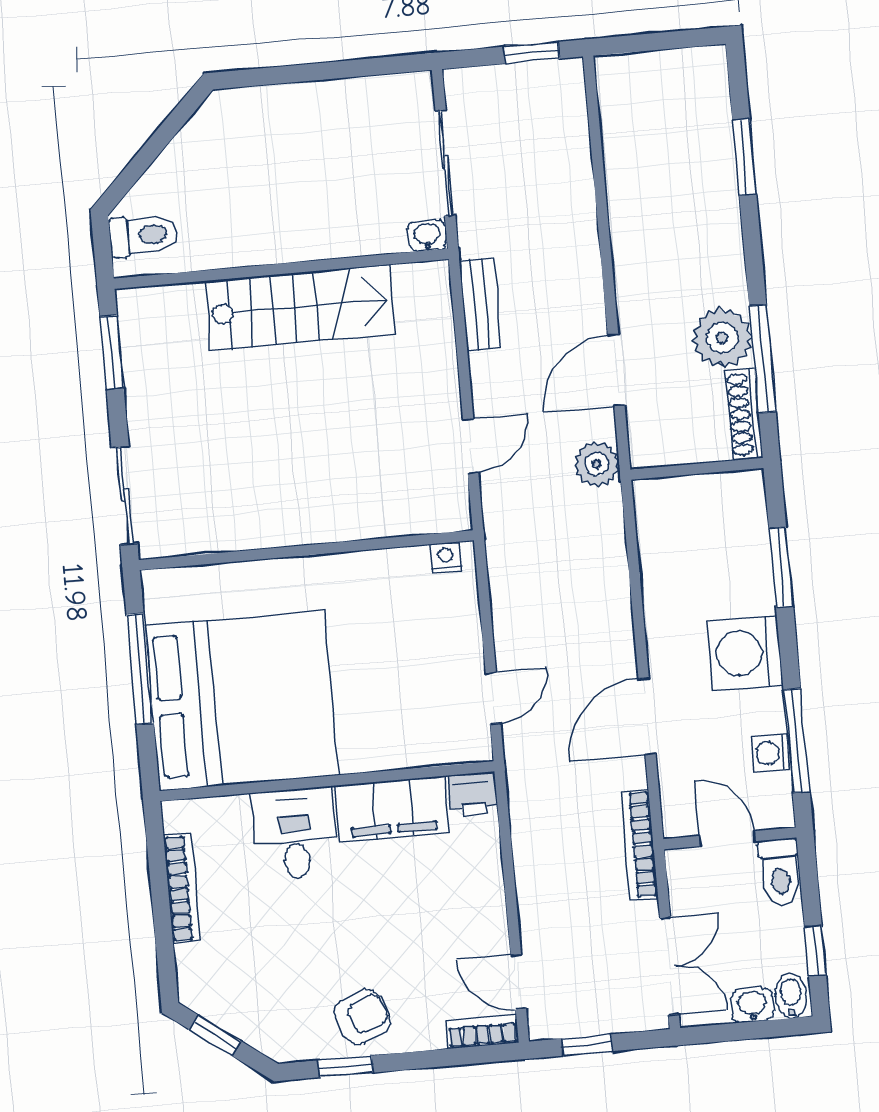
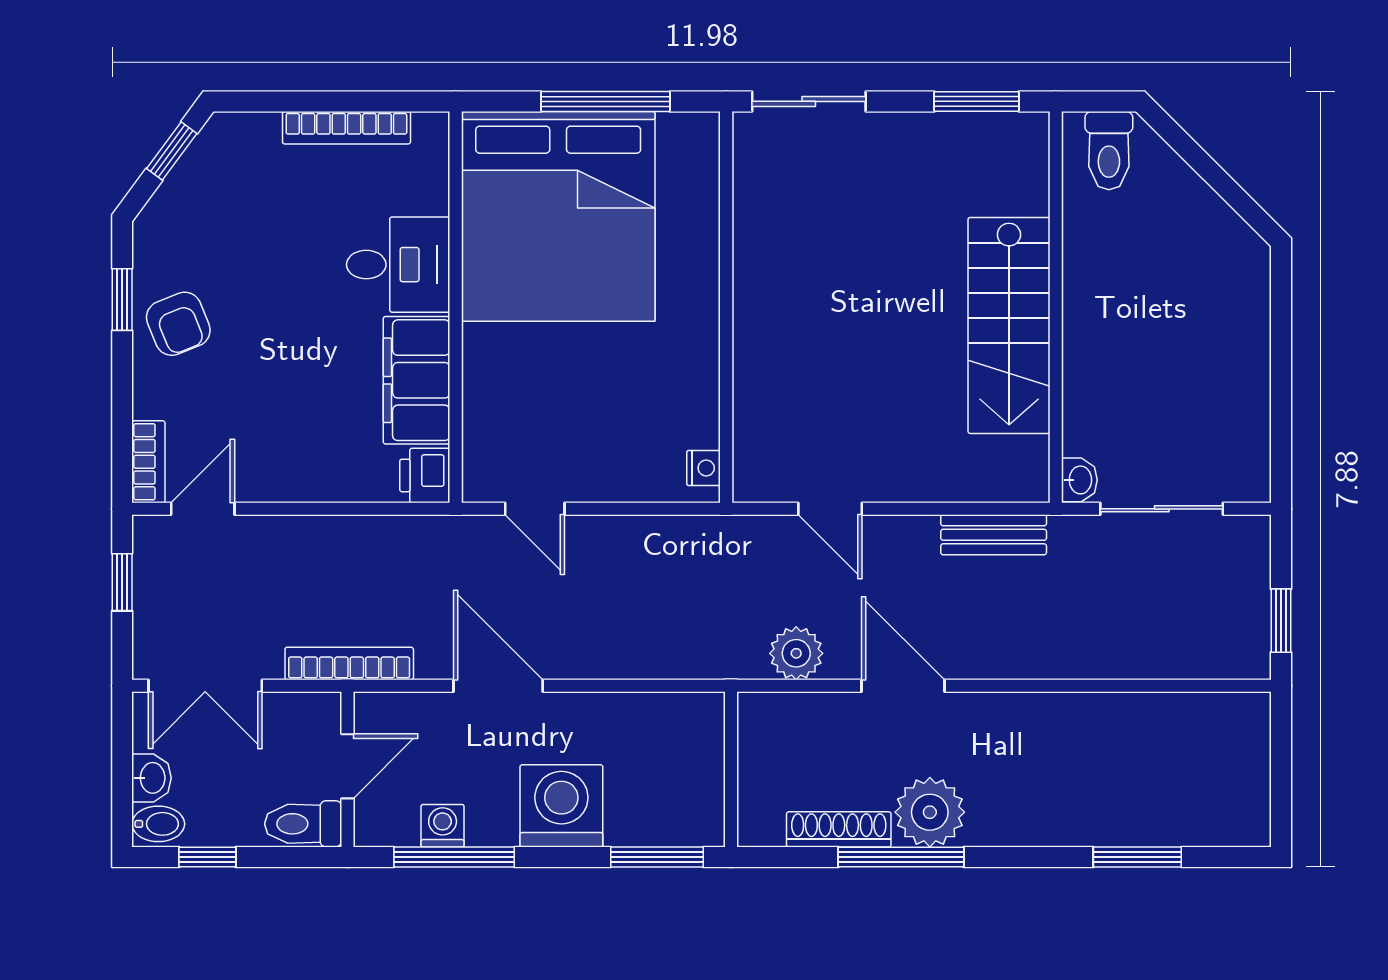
wall: (697, 469) -> (731, 769), moved

